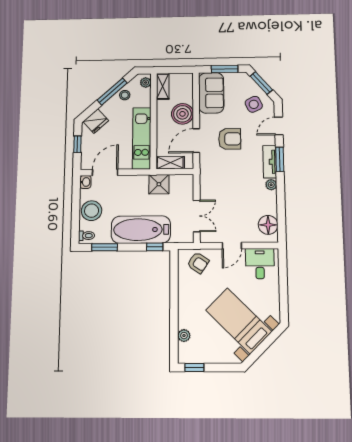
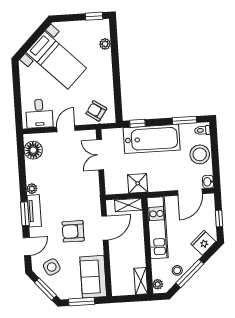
boiler: (182, 114) -> (120, 254), removed

